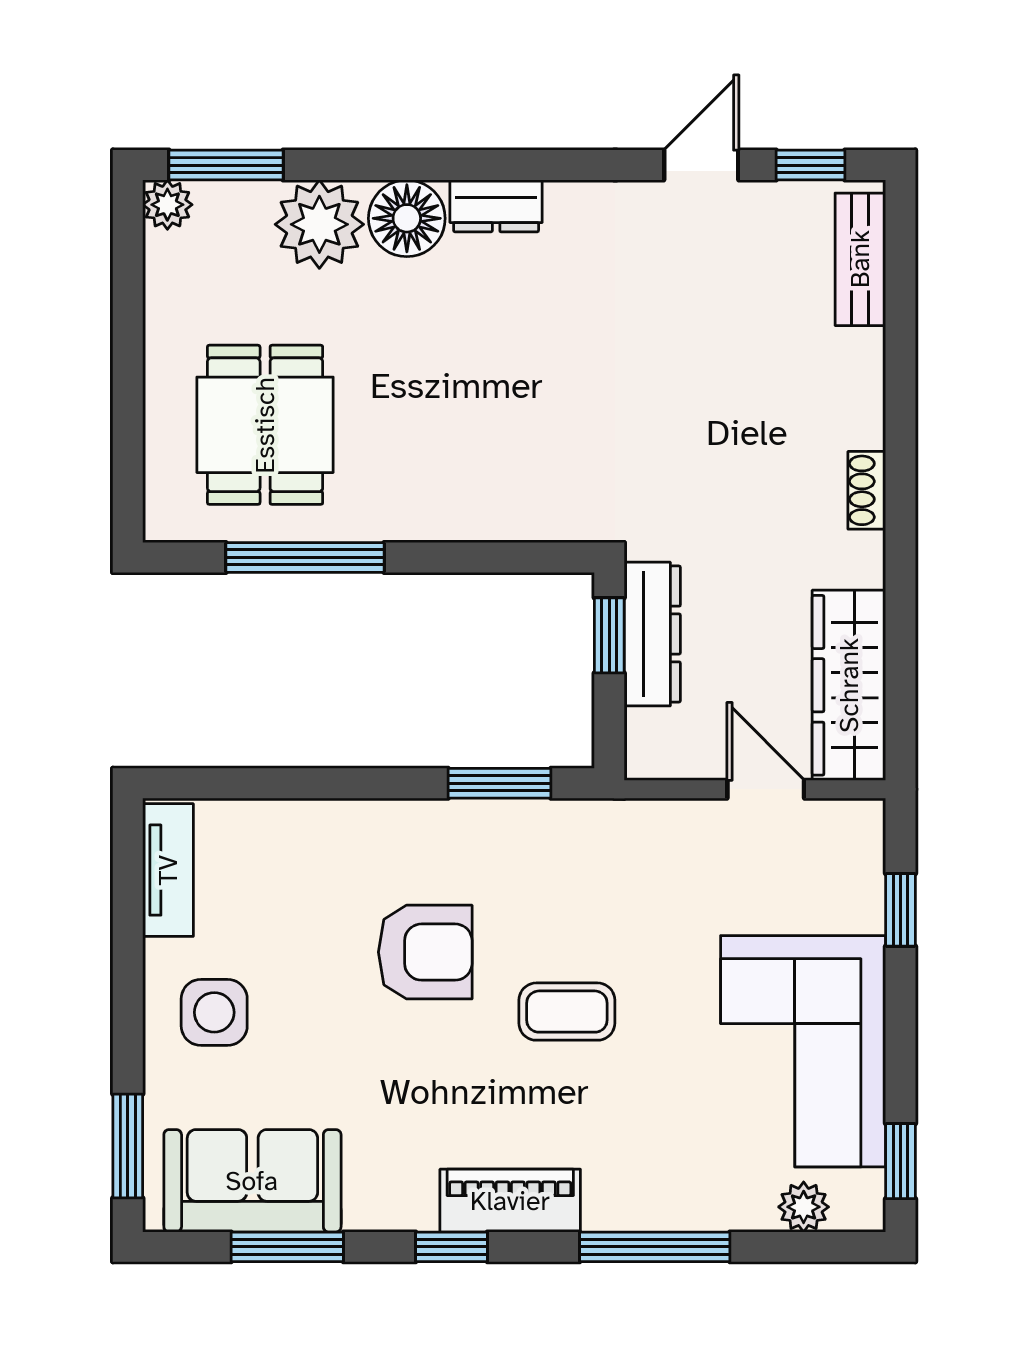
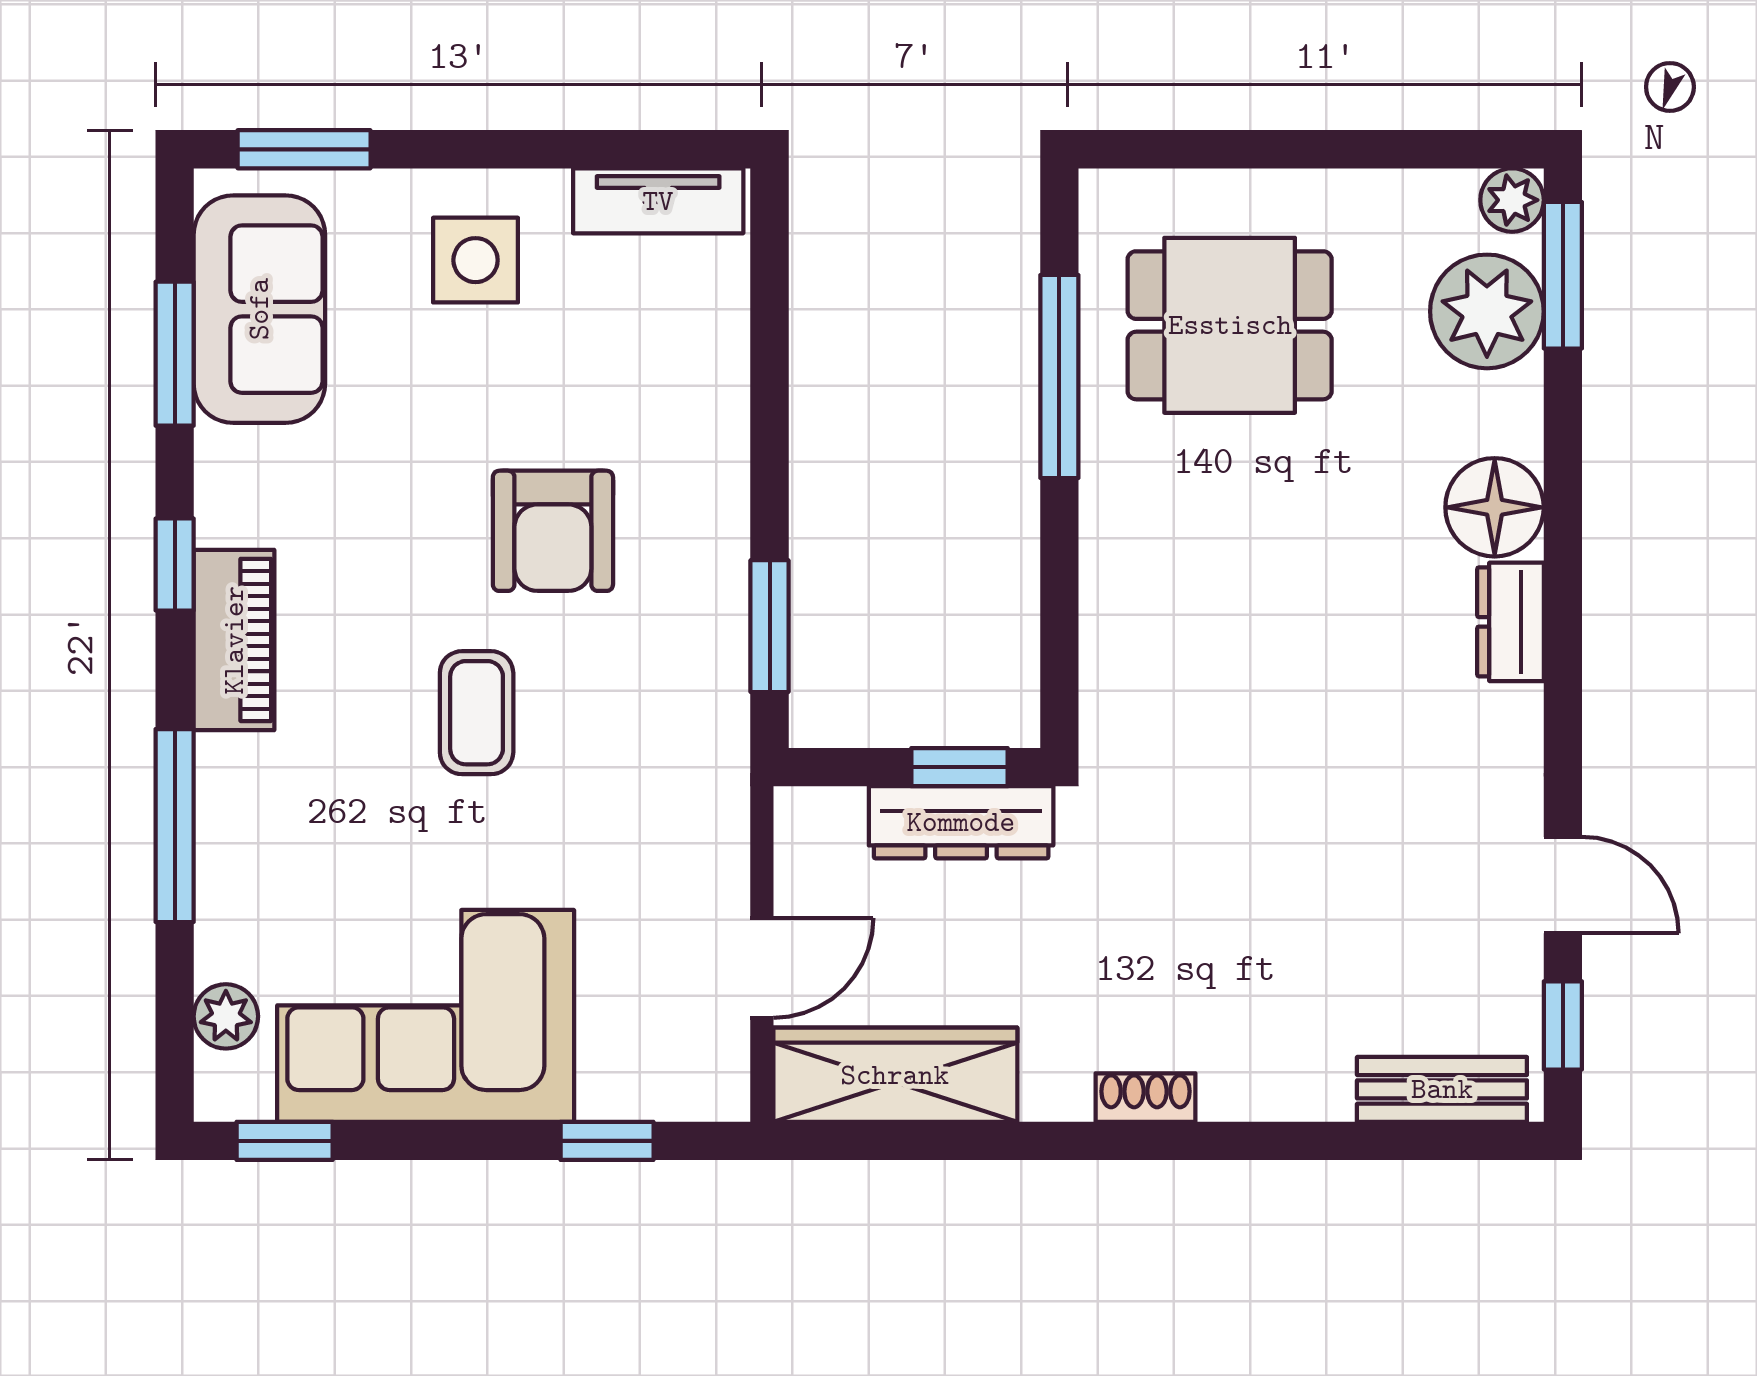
plant: (319, 224) -> (1487, 311), moved

